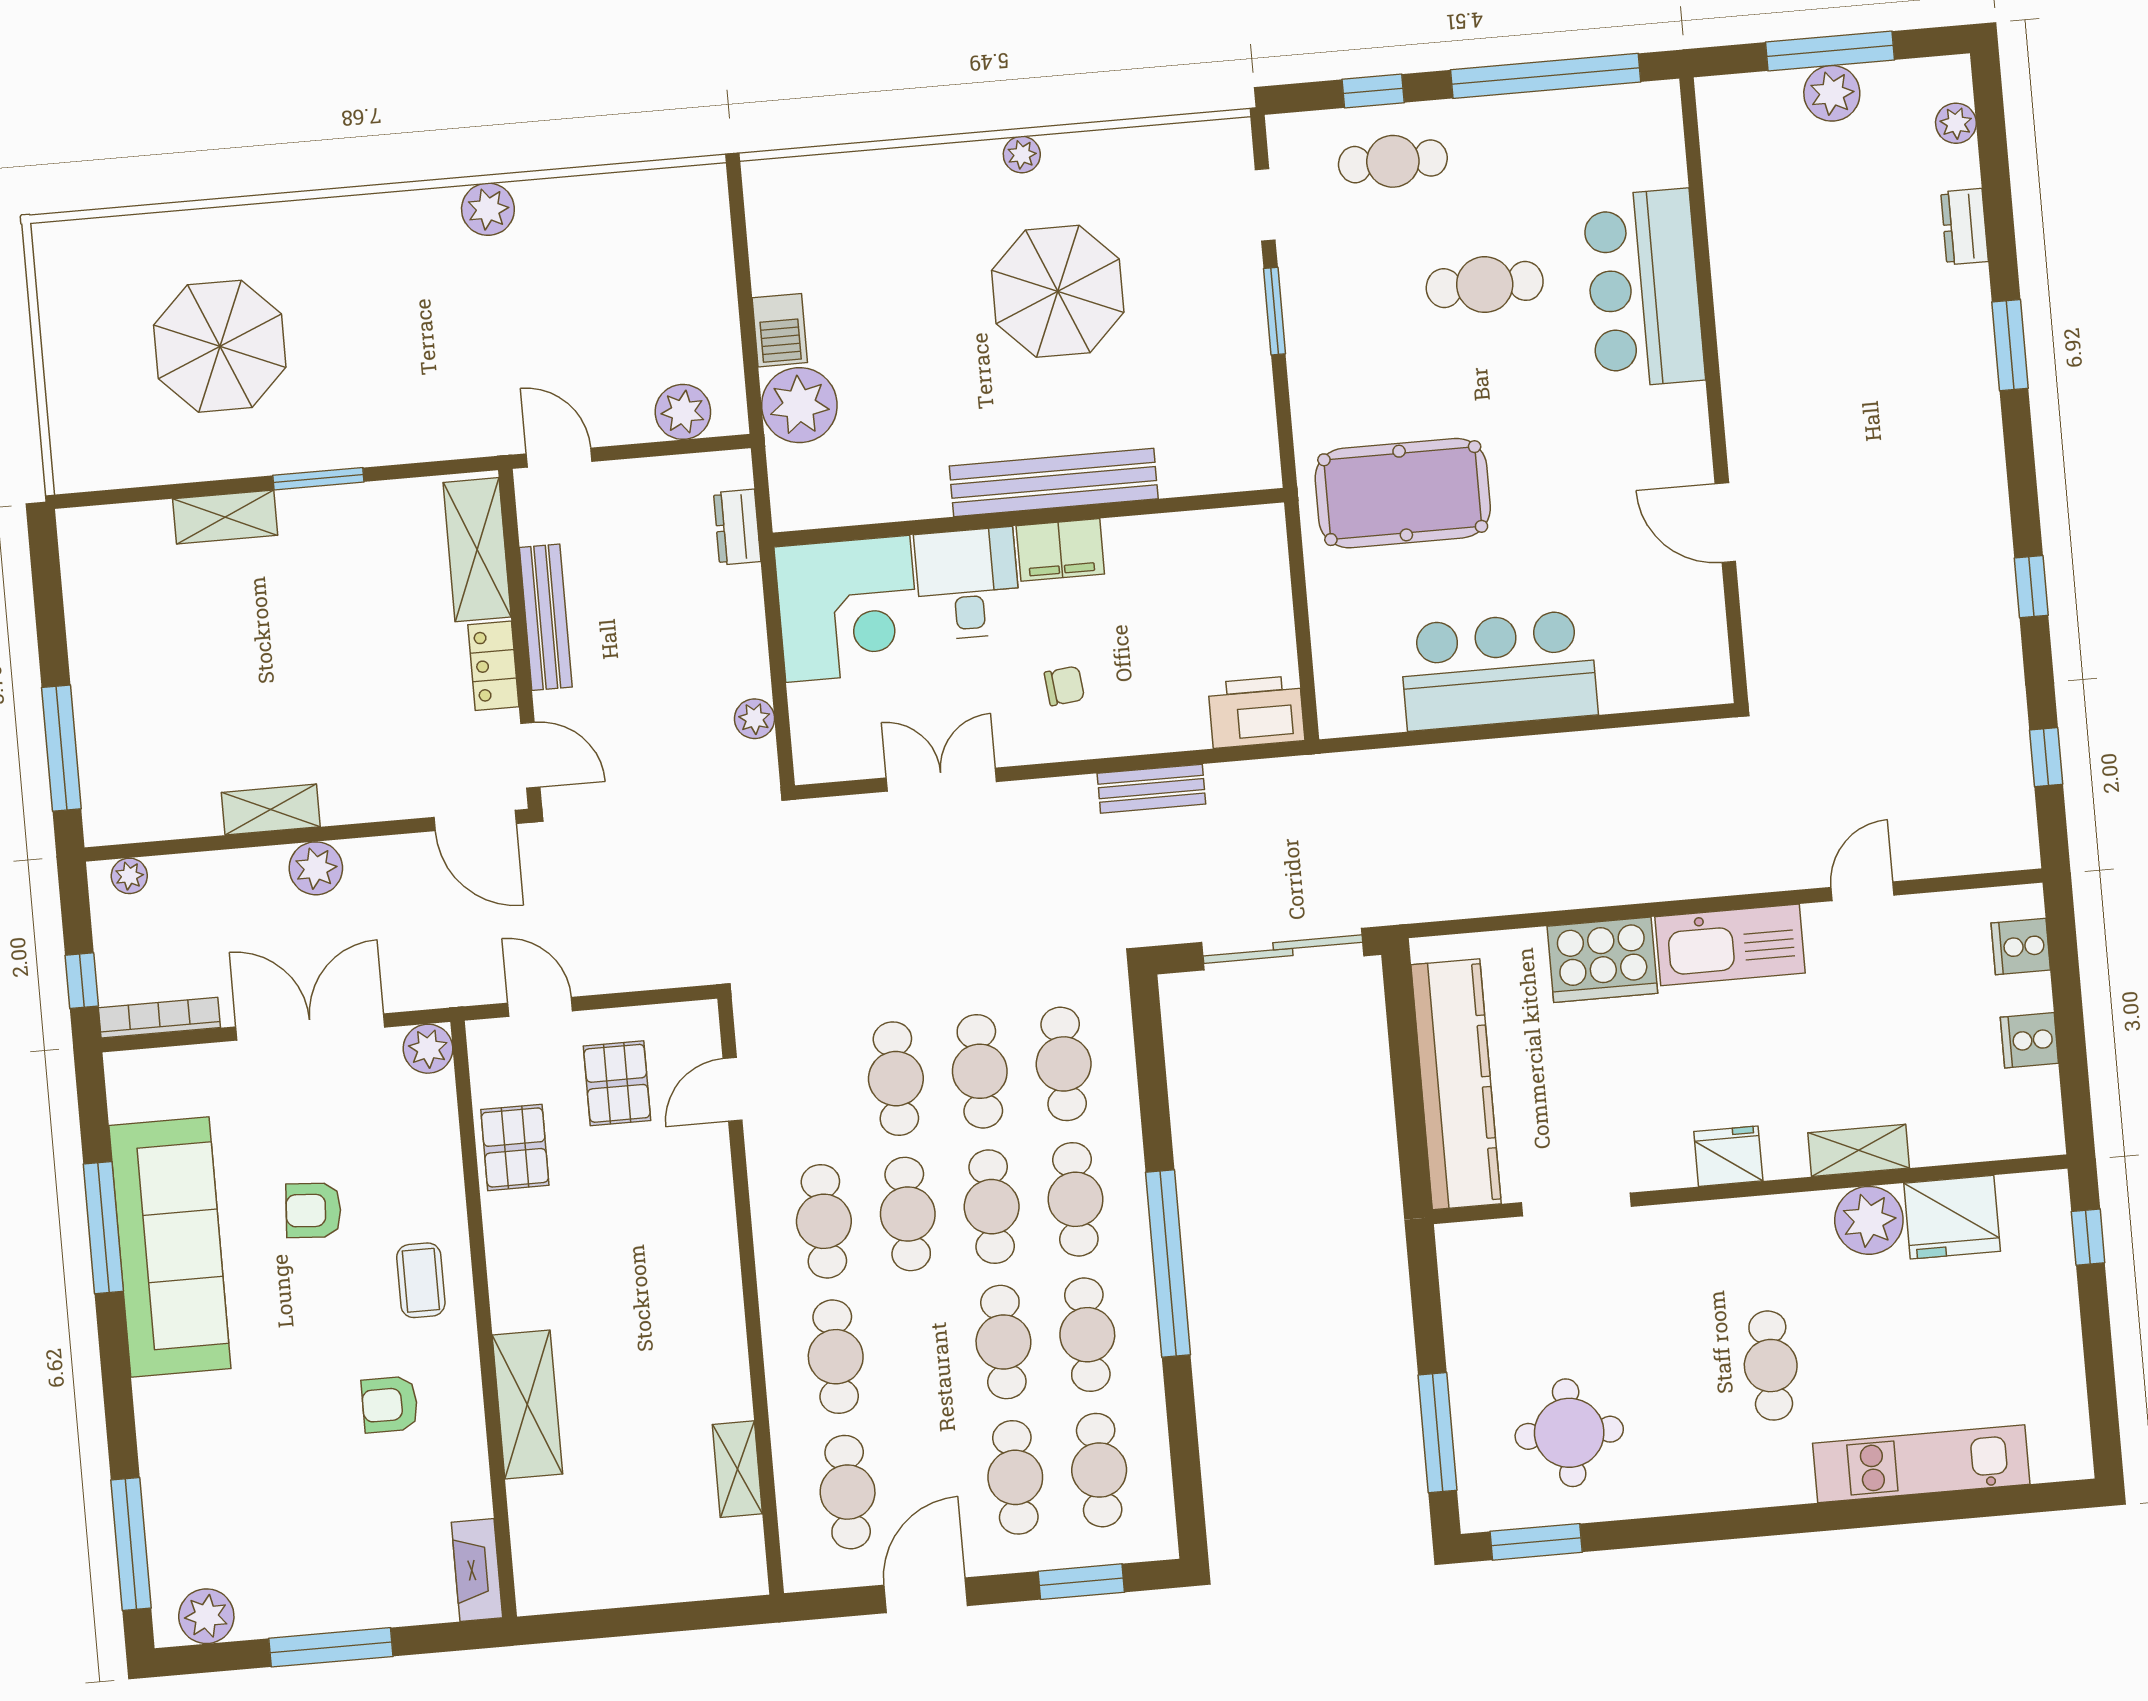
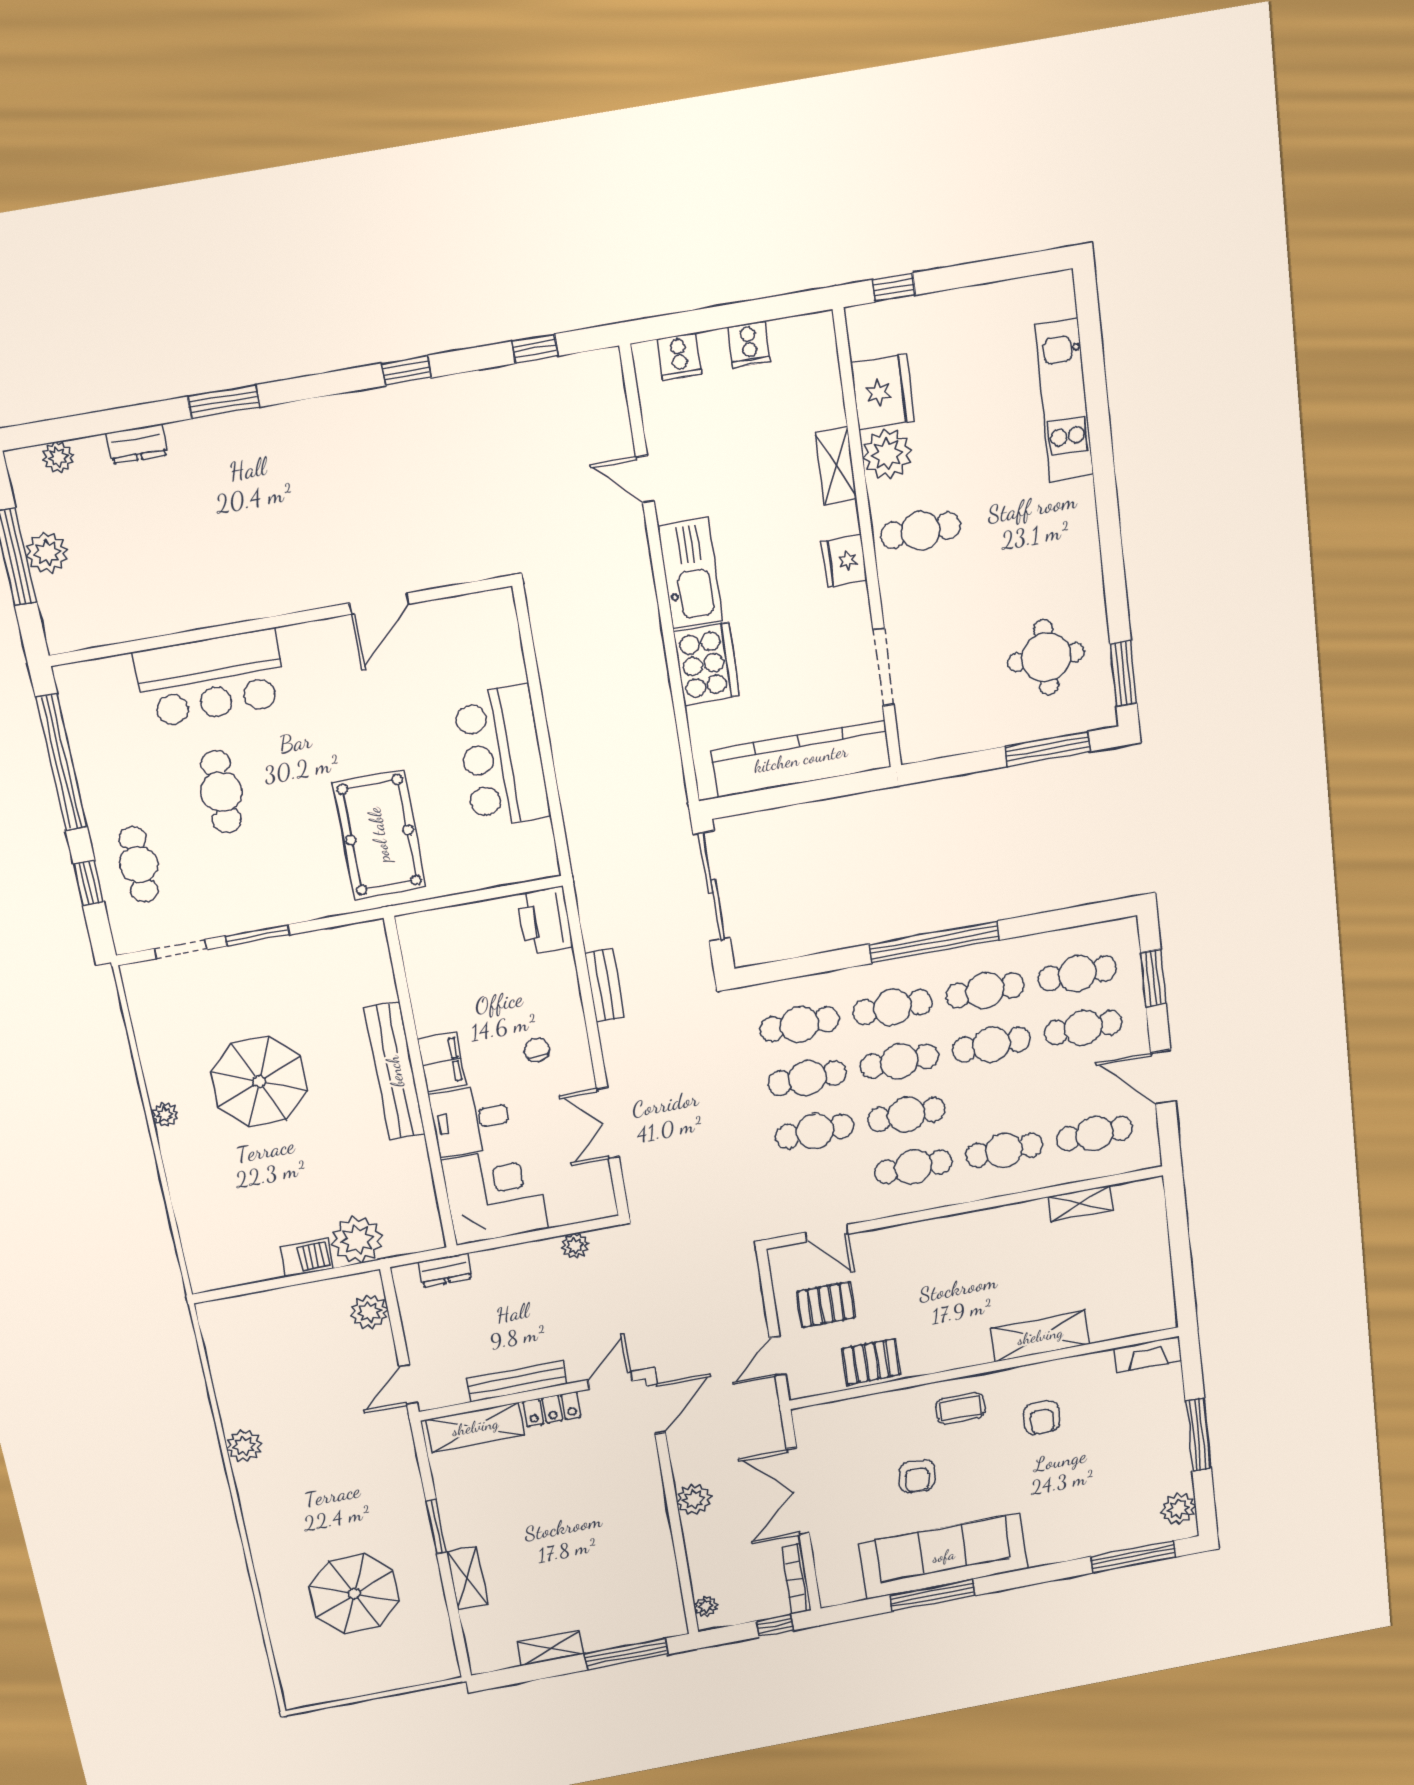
shelving: (271, 810) -> (550, 1648), moved, turned 90
plant: (428, 1049) -> (809, 1421), removed
cafe table: (1771, 1366) -> (921, 531), moved

